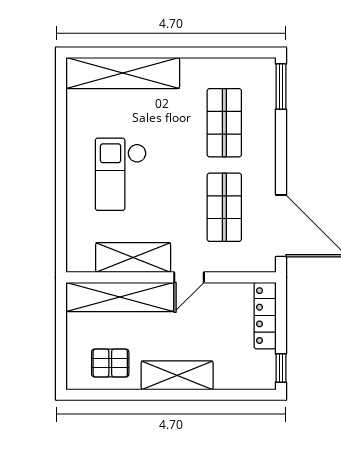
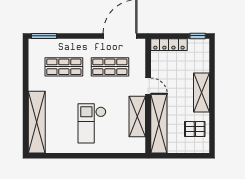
checkout: (121, 174) -> (92, 123), turned 90
pallet: (110, 363) -> (195, 129), turned 90

